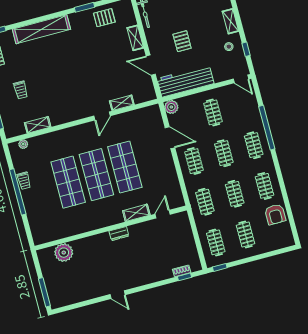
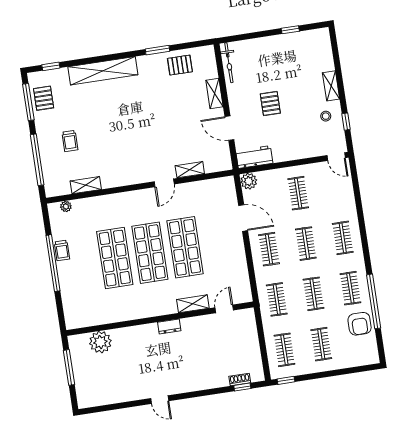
workbench: (185, 81) -> (254, 157), width x0.53, depth x0.76
window: (267, 128) -> (374, 301), moved
window: (44, 292) -> (69, 367), moved

